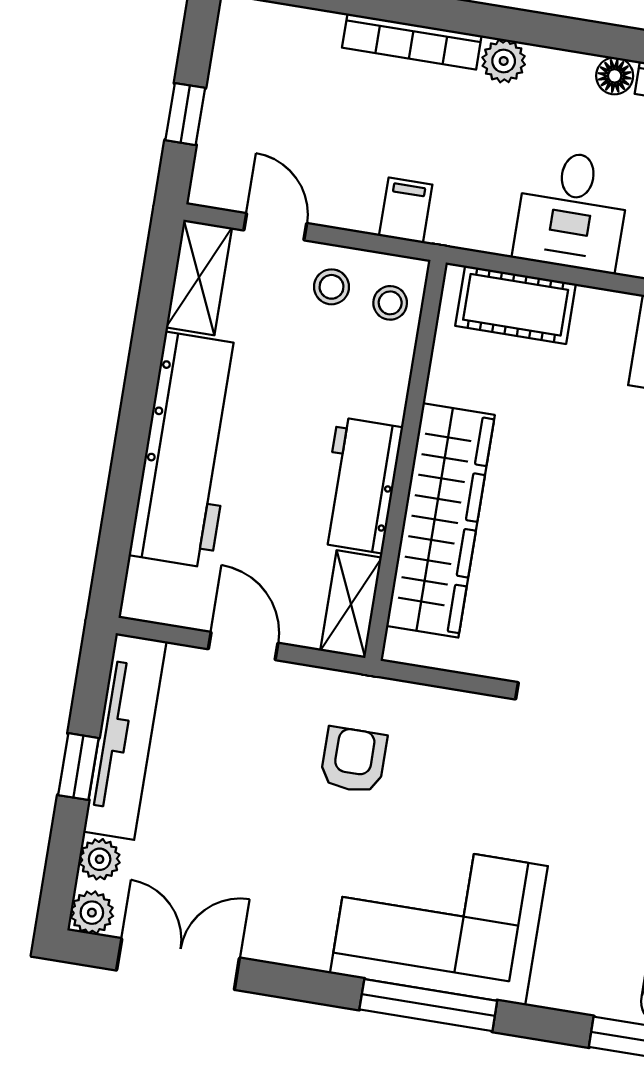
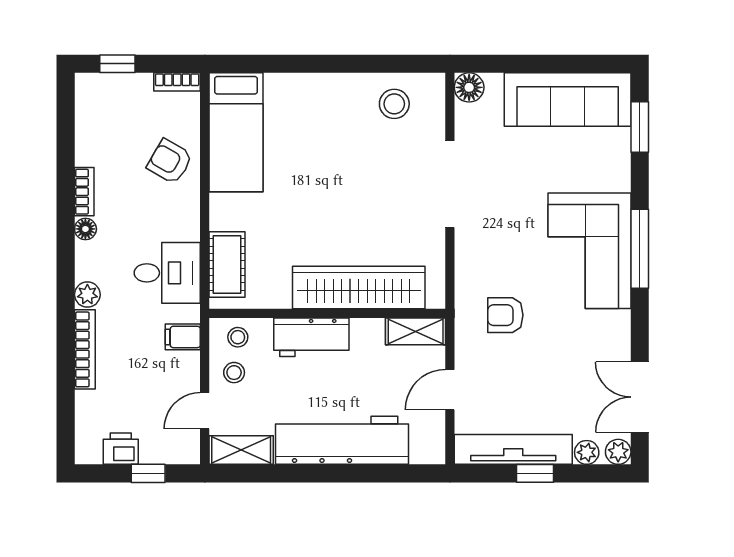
printer: (235, 75) -> (121, 449), added
desk: (572, 211) -> (167, 273), moved
workbench: (360, 485) -> (311, 337), moved

